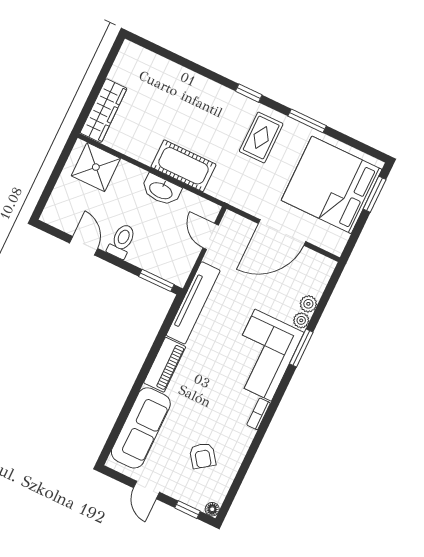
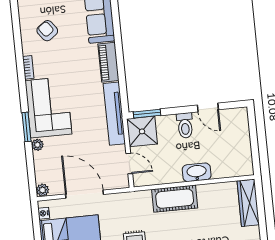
shower: (96, 167) -> (142, 131), moved
washbasin: (161, 190) -> (197, 172), moved
door: (282, 233) -> (85, 194), hinge flipped
nightstand: (341, 239) -> (44, 213), added
plant: (308, 304) -> (43, 190), moved
armchair: (203, 456) -> (47, 31), moved

